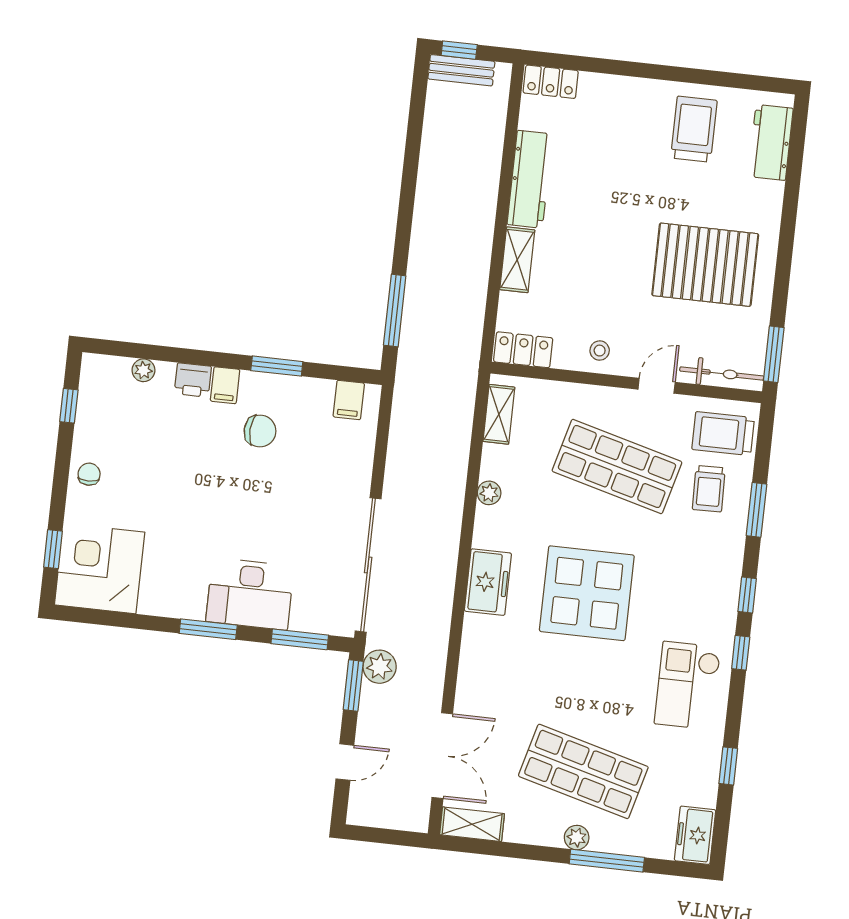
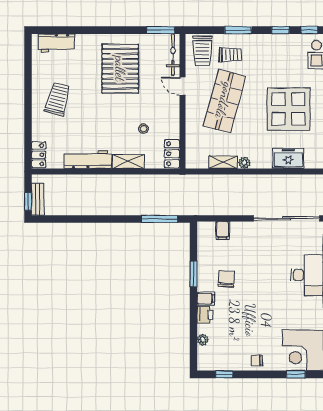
trolley: (694, 129) -> (58, 99), moved, turned 105
stool: (600, 351) -> (143, 129), moved
filing cabinet: (349, 400) -> (223, 230), moved, turned 90
shelving: (499, 414) -> (223, 162), moved

